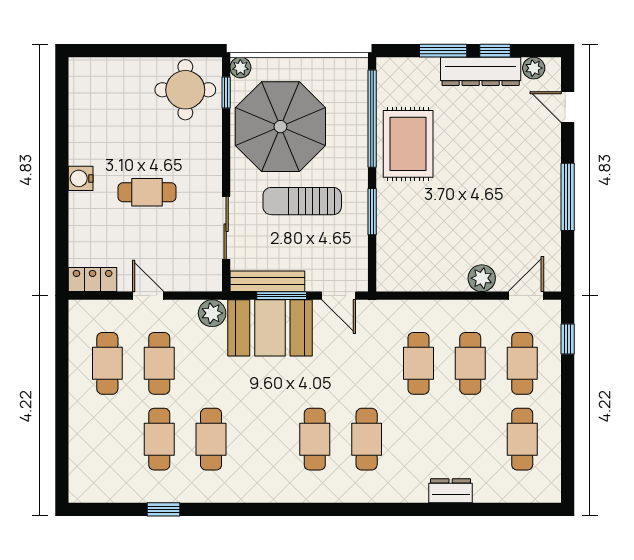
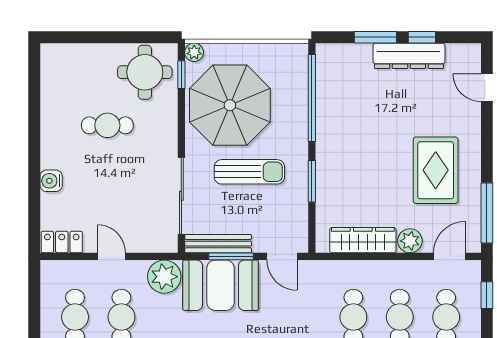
plant: (534, 68) -> (456, 53), removed
rug: (408, 144) -> (436, 170), moved
water cooler: (81, 178) -> (51, 181), moved
cafe table: (147, 192) -> (107, 125), moved
window: (568, 197) -> (487, 213), moved
sun lounger: (302, 201) -> (249, 172), turned 180
sliding door: (226, 228) -> (181, 196), width x1.37
wardrobe: (429, 277) -> (363, 240), added
plant: (212, 313) -> (164, 277), width x1.36, depth x1.36

